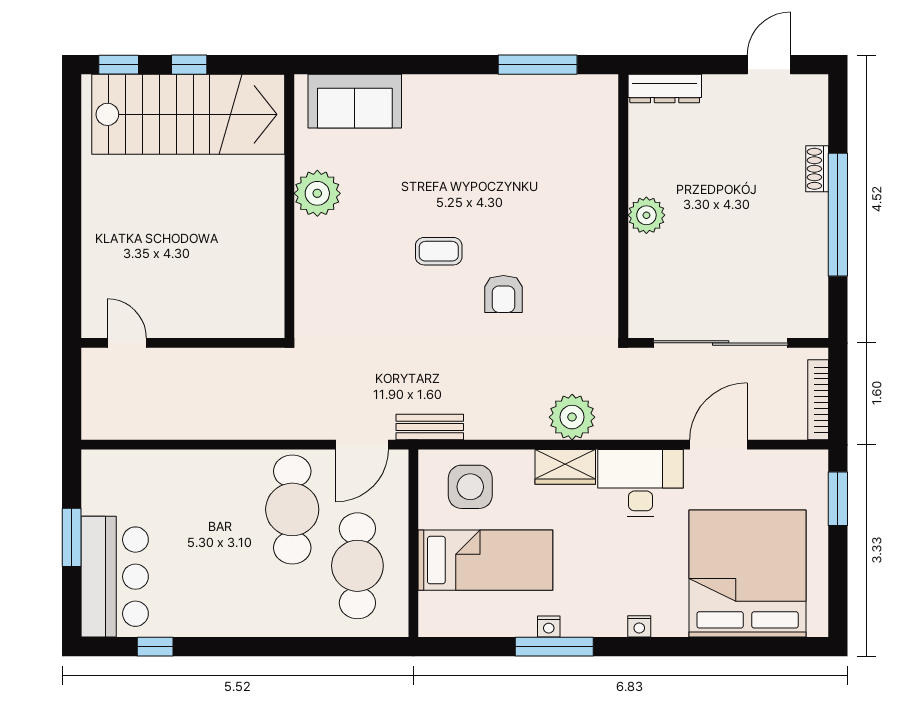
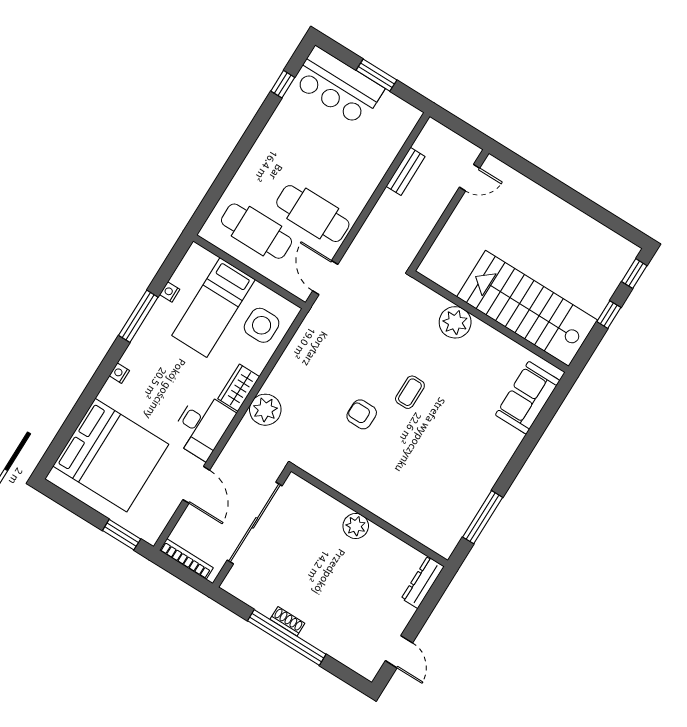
stairs: (188, 114) -> (527, 308), moved, turned 90
shoe rack: (817, 169) -> (287, 621), moved
plant: (317, 193) -> (455, 322), moved
bench: (430, 427) -> (406, 171), moved
nightstand: (549, 626) -> (170, 292), moved

